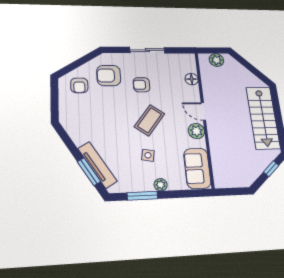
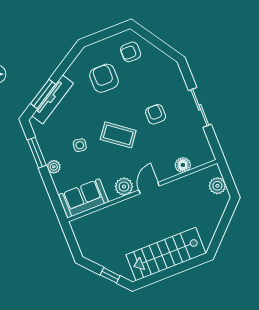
armchair: (109, 75) -> (104, 78), moved

